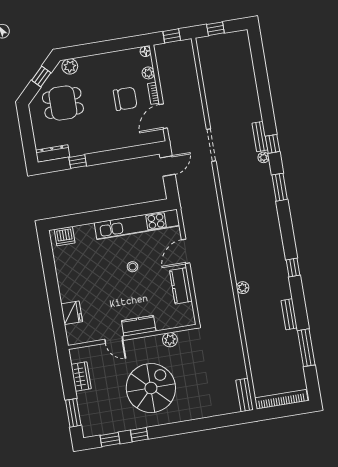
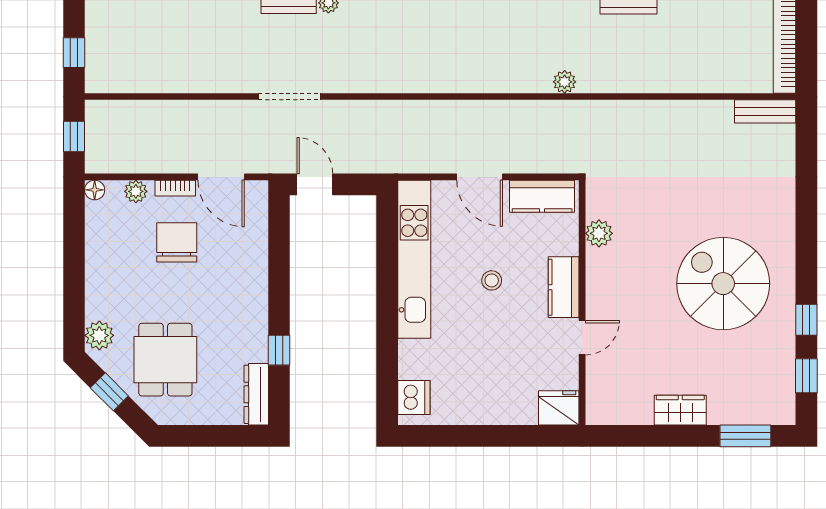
kitchen counter: (139, 326) -> (564, 287), moved
wall: (132, 337) -> (582, 303), moved
door: (114, 340) -> (582, 338), moved
plant: (170, 340) -> (599, 233), moved

